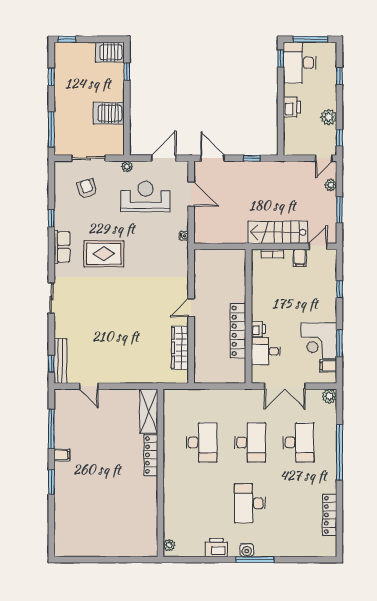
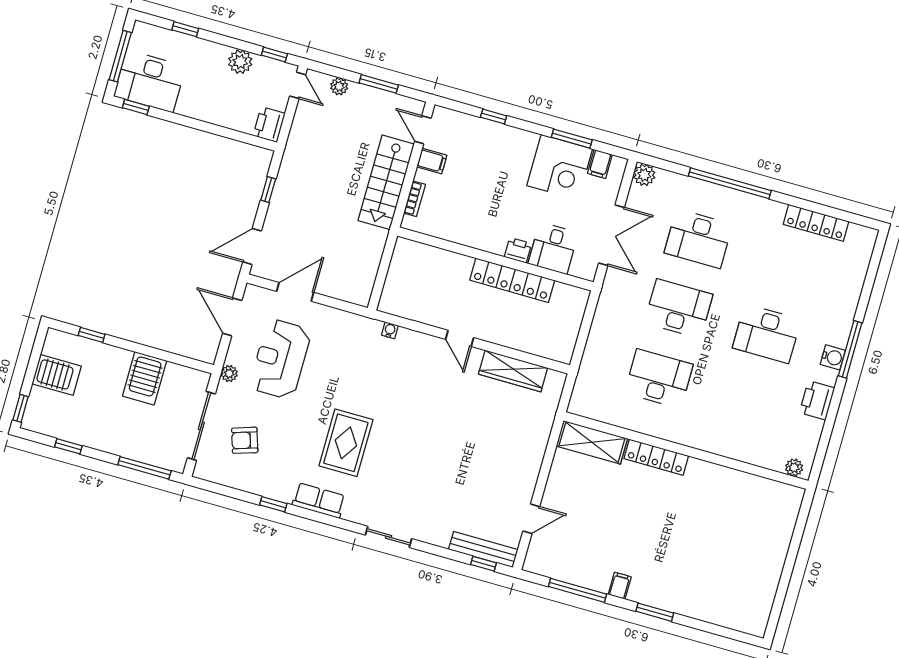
server rack: (110, 52) -> (57, 375), moved, turned -90
printer: (292, 107) -> (269, 125), moved, turned -90
sliding door: (88, 158) -> (201, 426), width x1.37
water cooler: (184, 236) -> (390, 330), moved
desk: (298, 442) -> (698, 239), turned 180

